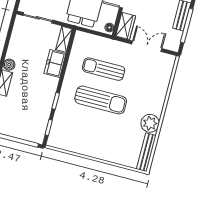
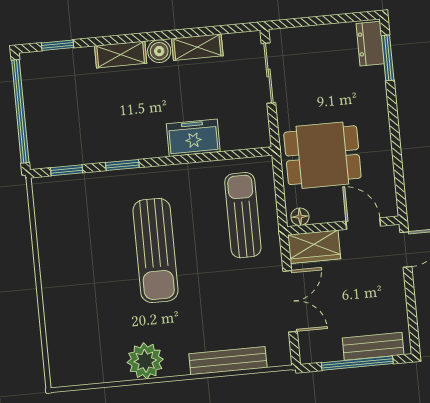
shelving: (64, 39) -> (197, 47), moved
sun lounger: (104, 69) -> (243, 215), moved
bench: (146, 152) -> (228, 361), moved

